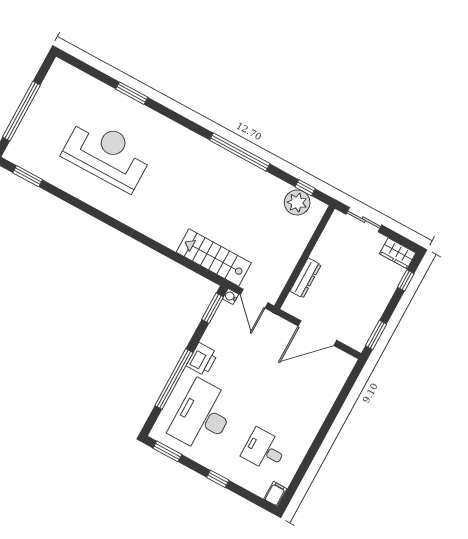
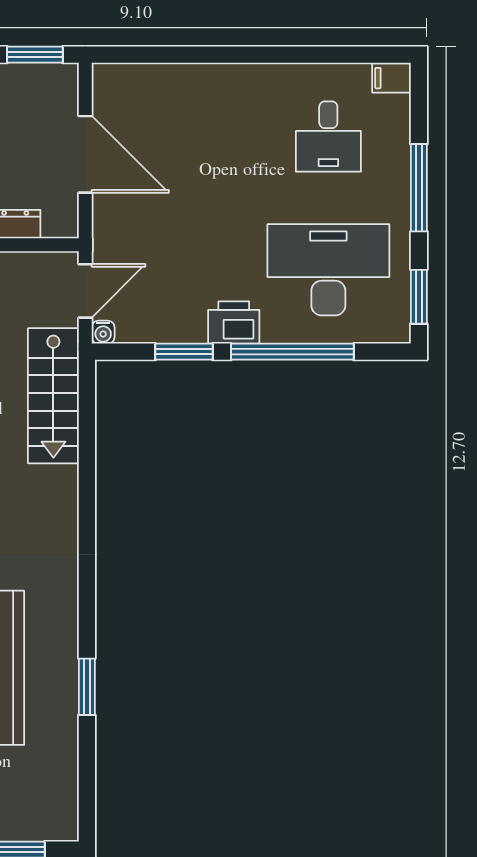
window: (28, 176) -> (87, 687), moved
window: (213, 308) -> (184, 352), moved
desk: (203, 416) -> (328, 270), turned 180
window: (218, 479) -> (419, 188), width x2.17

